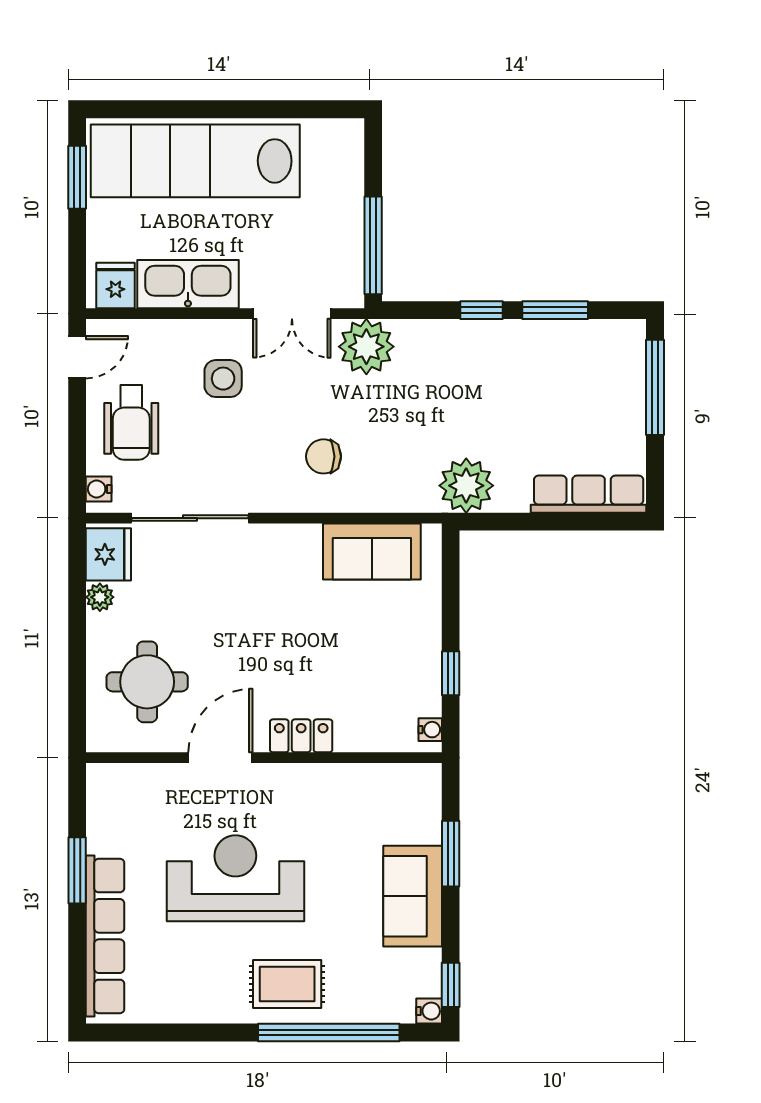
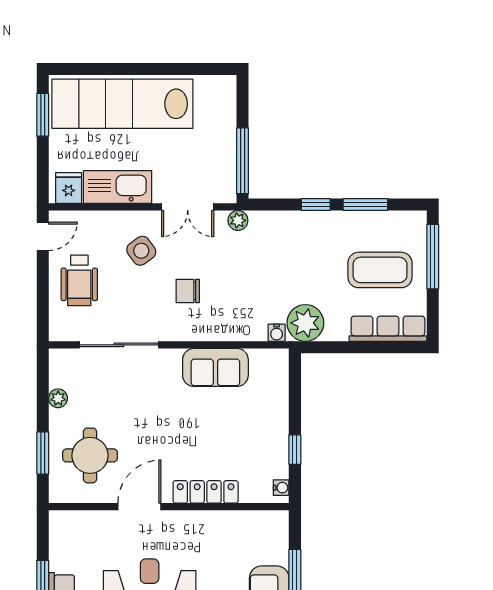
plant: (366, 347) -> (238, 220), width x0.53, depth x0.53
side table: (223, 379) -> (141, 251), turned -36
coffee table: (577, 407) -> (380, 270), added
chair: (324, 456) -> (188, 291), moved
water cooler: (99, 489) -> (277, 333), moved, turned -90
sofa: (372, 551) -> (215, 367), moved
fridge: (108, 554) -> (64, 369), removed
window: (77, 678) -> (43, 453), added
locker: (301, 736) -> (206, 492), width x1.53

